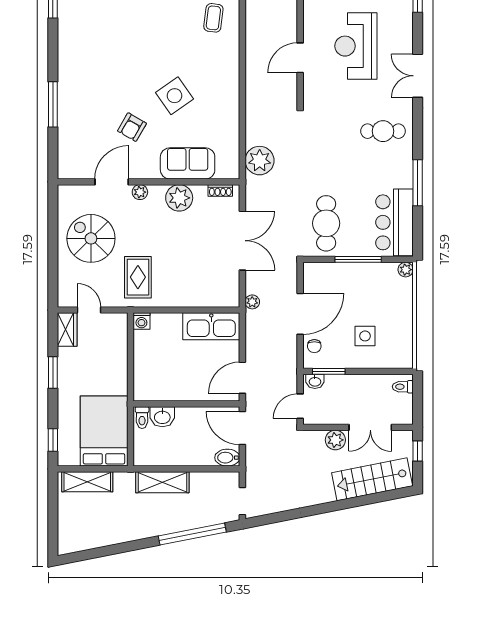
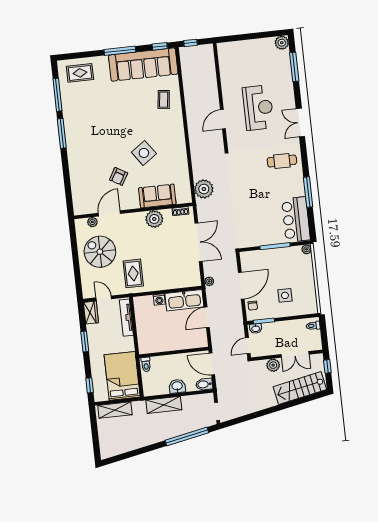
reception desk: (356, 46) -> (258, 108), turned 180
window: (53, 104) -> (62, 133), moved
plant: (140, 192) -> (92, 222), moved
cafe table: (326, 223) -> (252, 225), removed
washing machine: (141, 321) -> (159, 299), moved
tv unit: (120, 343) -> (126, 318), added
door: (242, 378) -> (207, 317), moved
washbasin: (162, 417) -> (177, 386), moved, turned 180

